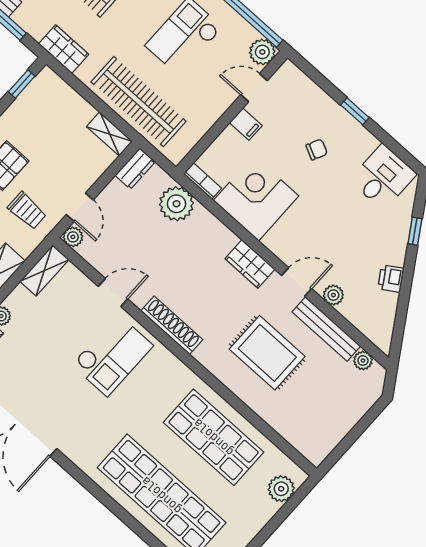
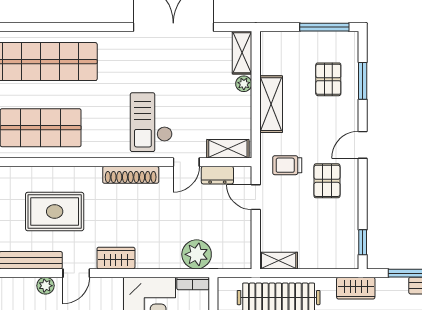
dresser: (135, 169) -> (217, 175), moved, turned -90
plant: (73, 237) -> (243, 175), removed
shelving: (44, 270) -> (228, 149), moved, turned 90

